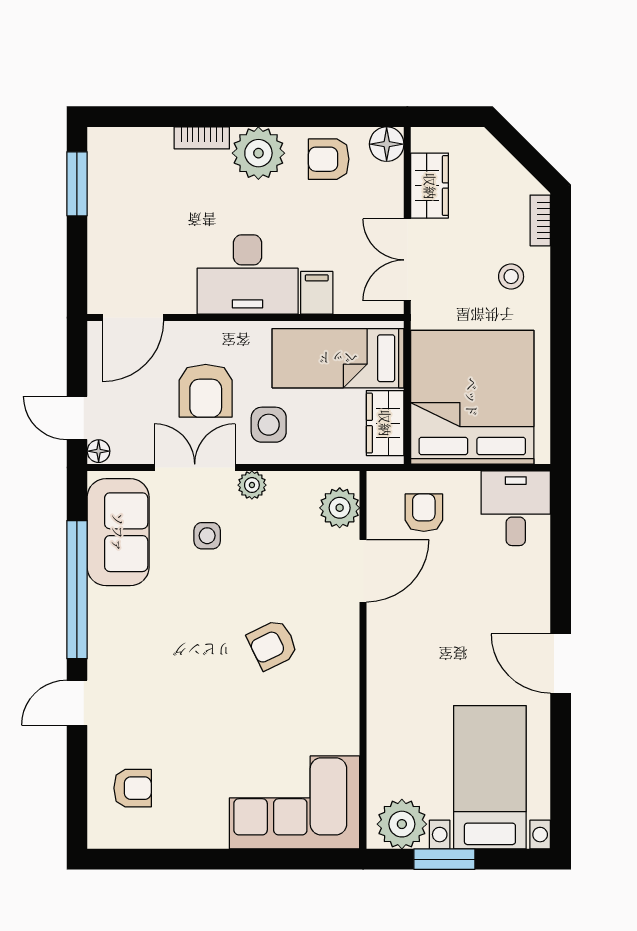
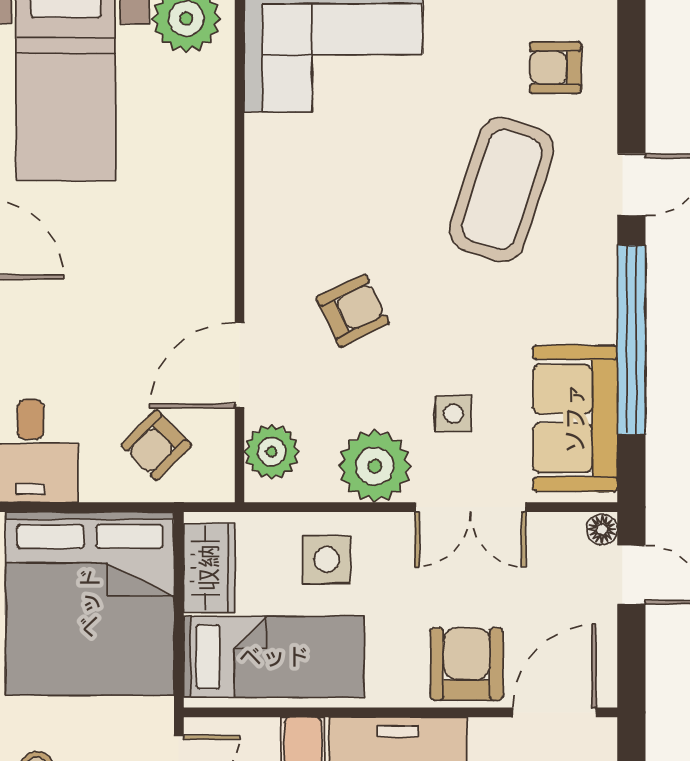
armchair: (206, 391) -> (467, 664), moved
side table: (269, 425) -> (327, 559), moved
plant: (252, 485) -> (375, 466), width x1.88, depth x1.88
armchair: (424, 513) -> (156, 445), turned 45
armchair: (273, 645) -> (353, 311), moved
coffee table: (172, 699) -> (502, 190), added

